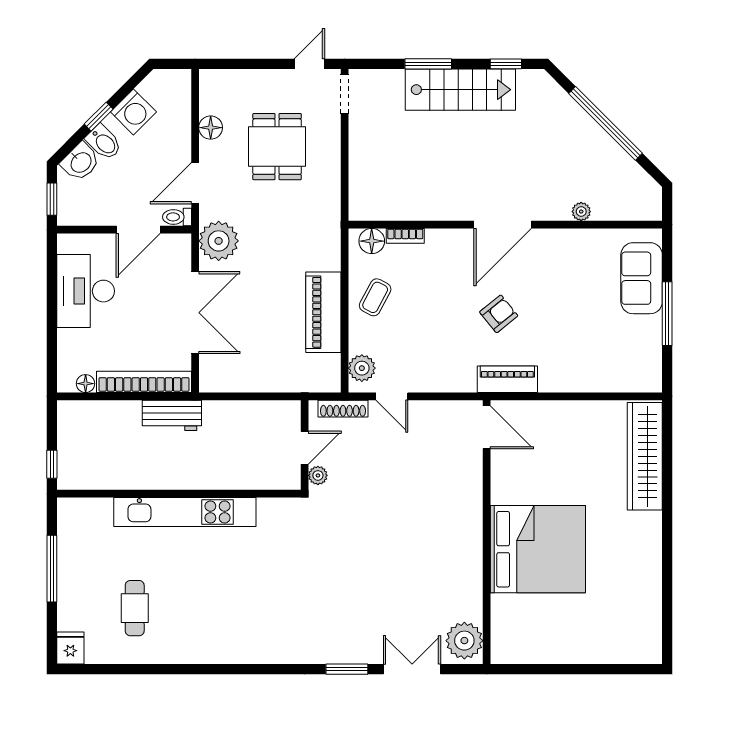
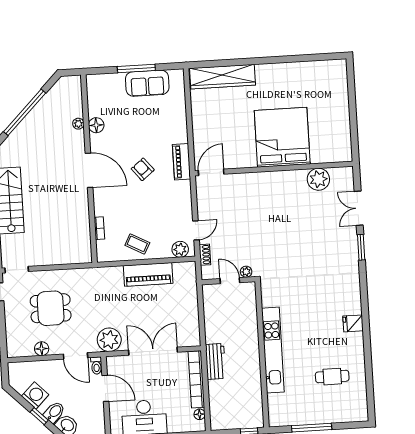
floor lamp: (372, 241) -> (96, 125), moved
sofa: (642, 278) -> (147, 83), moved
shoe rack: (343, 409) -> (205, 255), width x0.70
plant: (464, 641) -> (318, 179), moved
fridge: (70, 648) -> (353, 323), moved

